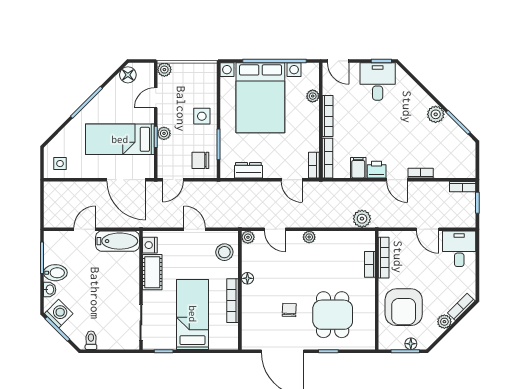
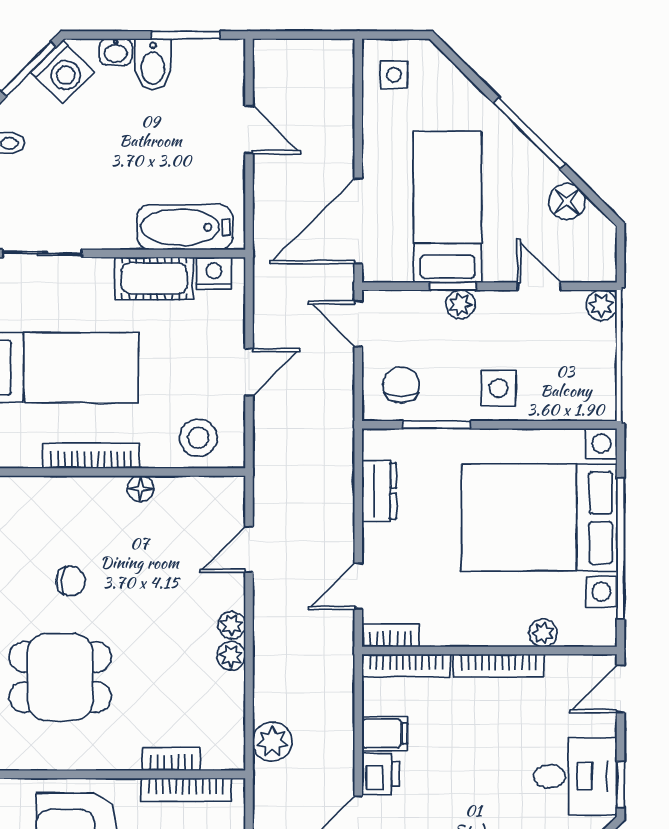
floor lamp: (128, 75) -> (567, 202), moved
plant: (248, 237) -> (231, 656), moved
bathtub: (117, 241) -> (185, 227), moved, turned 90

